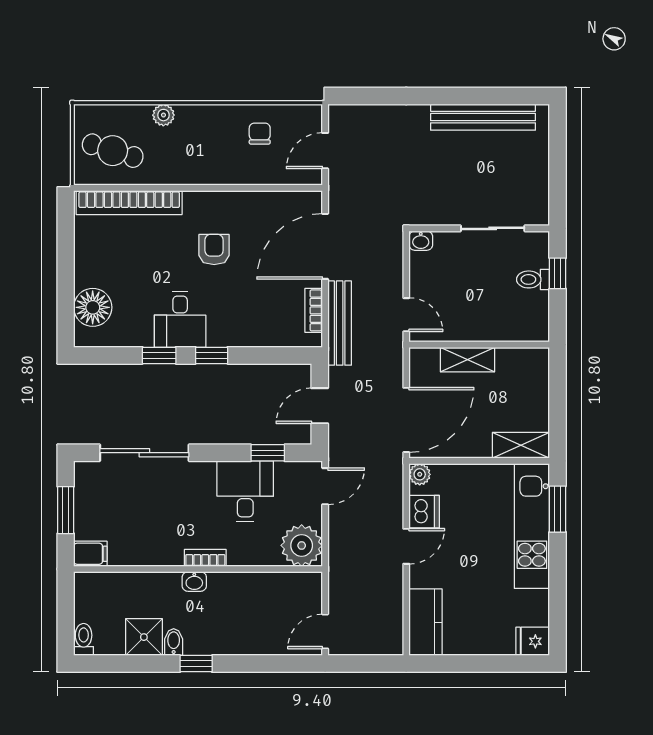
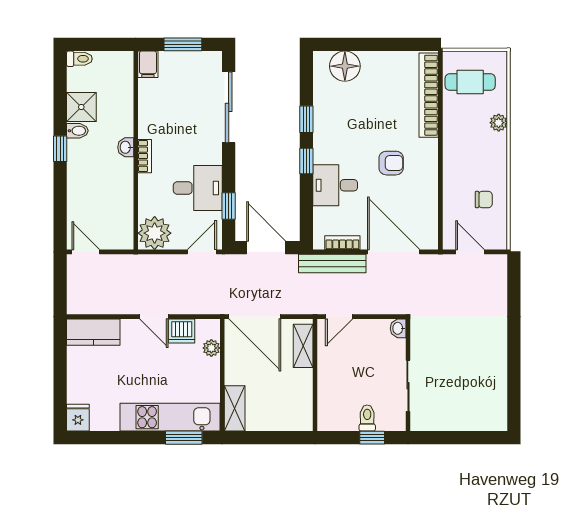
bench: (483, 117) -> (497, 378), removed
cafe table: (113, 151) -> (470, 82), turned 73
desk: (180, 320) -> (335, 185), moved
shelving: (467, 360) -> (303, 346), moved
door: (320, 406) -> (266, 248), width x1.38
plant: (420, 474) -> (211, 348), moved
door: (325, 486) -> (202, 252), swing flipped

